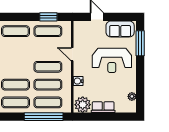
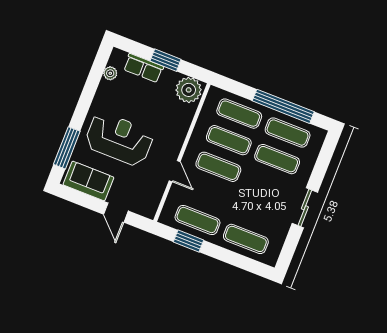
water cooler: (78, 81) -> (182, 128), removed
row of seats: (103, 107) -> (143, 68), moved
window: (44, 117) -> (283, 106), moved
window: (103, 117) -> (166, 60), added

